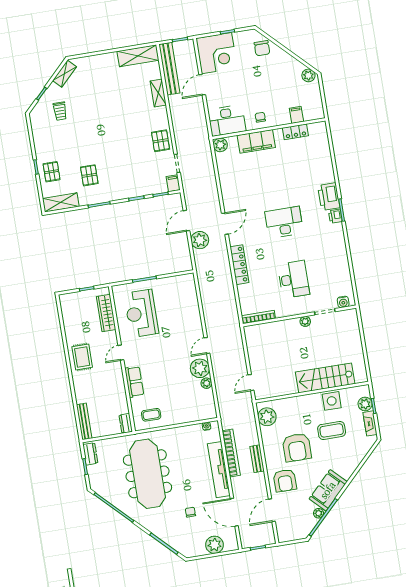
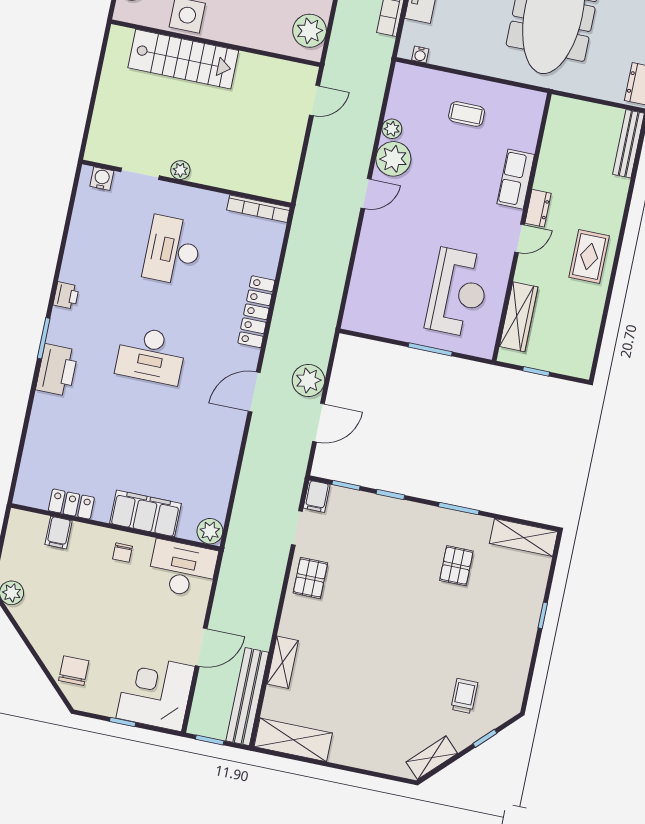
pallet: (52, 172) -> (519, 597), removed
printer: (335, 216) -> (66, 295), moved
coffee table: (151, 415) -> (467, 114), moved
dresser: (126, 423) -> (538, 208), moved

